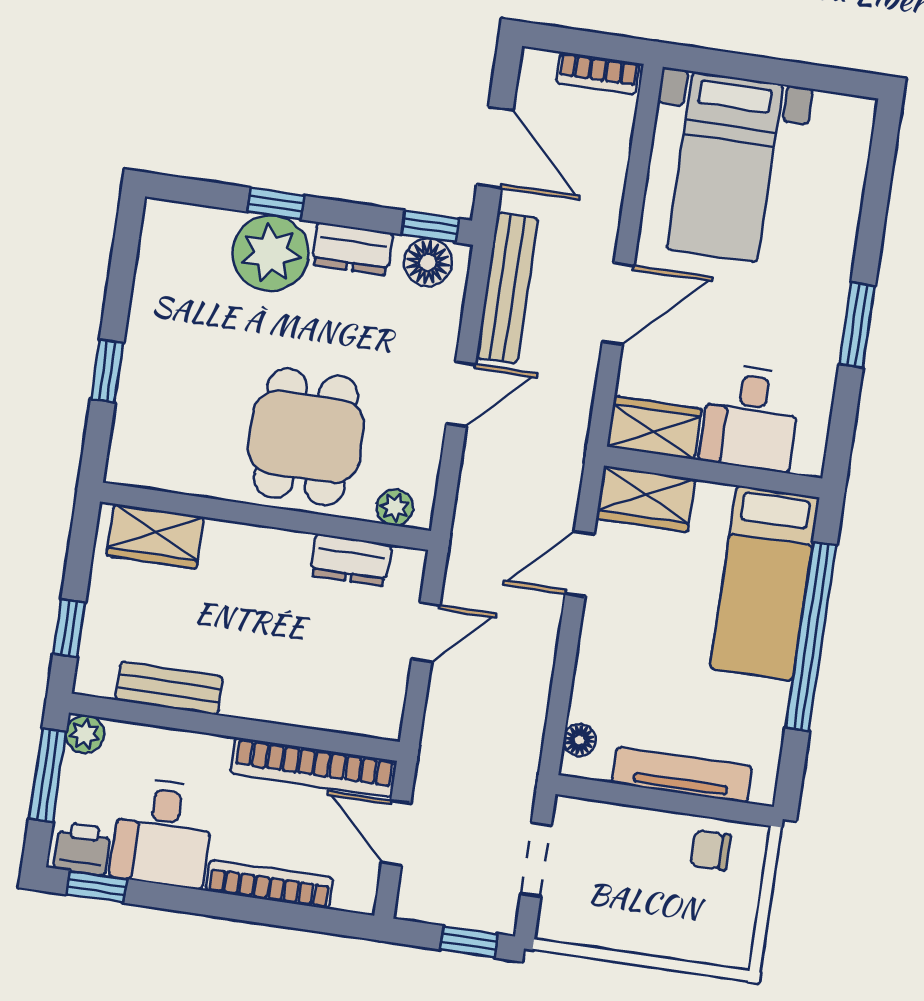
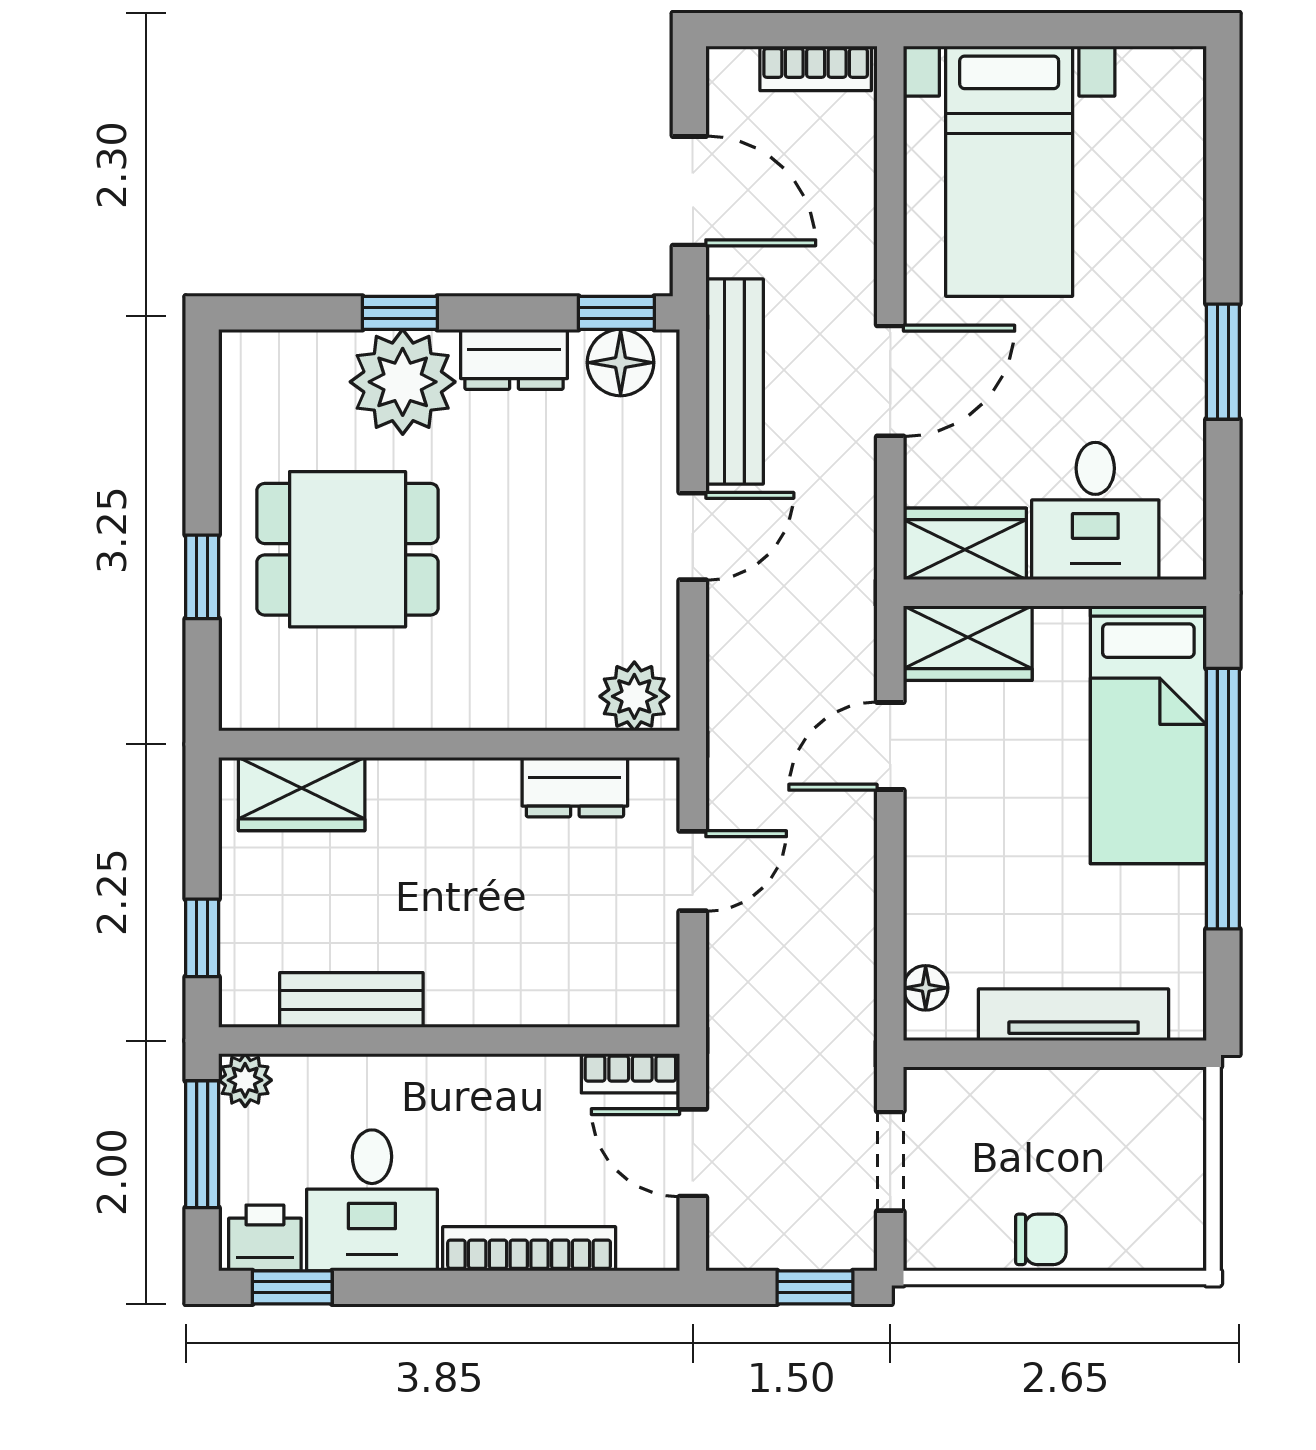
dining table: (306, 437) -> (348, 549), moved, turned 90
plant: (395, 507) -> (634, 696), width x1.38, depth x1.38
bookcase: (314, 767) -> (630, 1073), width x0.43, depth x0.76
chair: (711, 850) -> (1041, 1239), moved, turned 180

